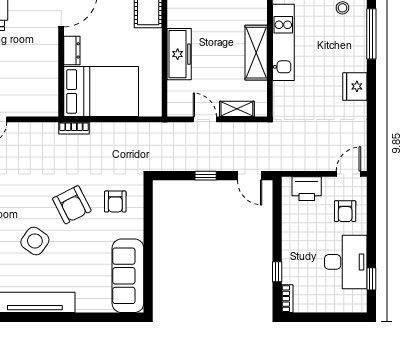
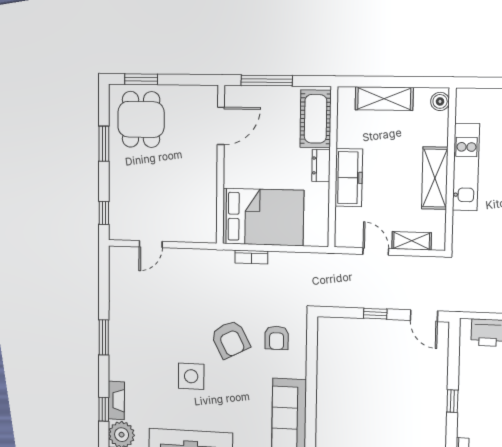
dresser: (72, 50) -> (321, 166), moved, turned 180
bookcase: (74, 128) -> (251, 257), moved
side table: (35, 241) -> (191, 376), turned -35
window: (277, 272) -> (452, 401), moved

